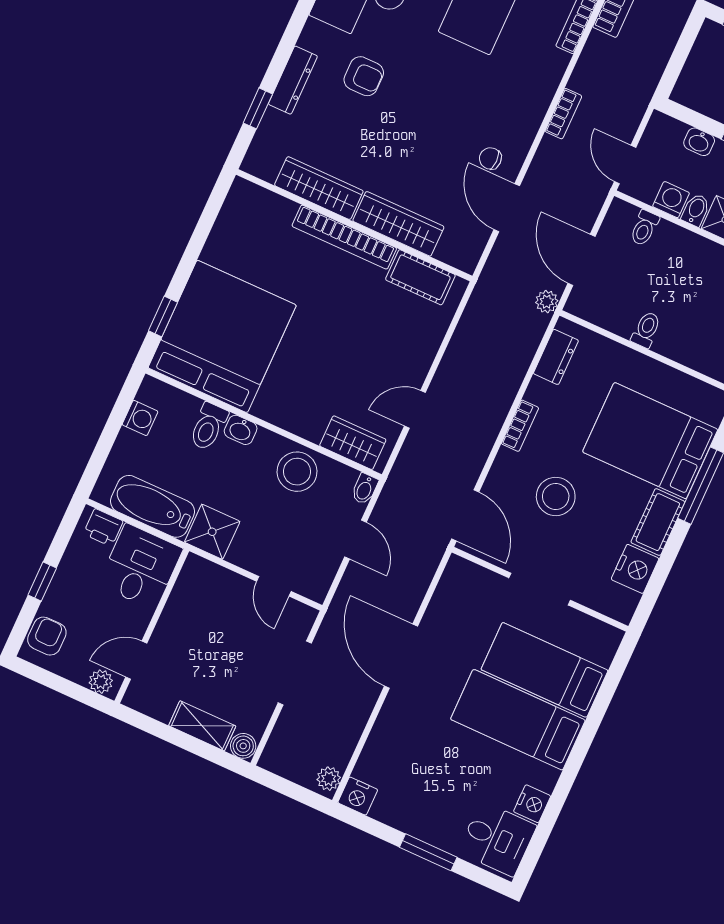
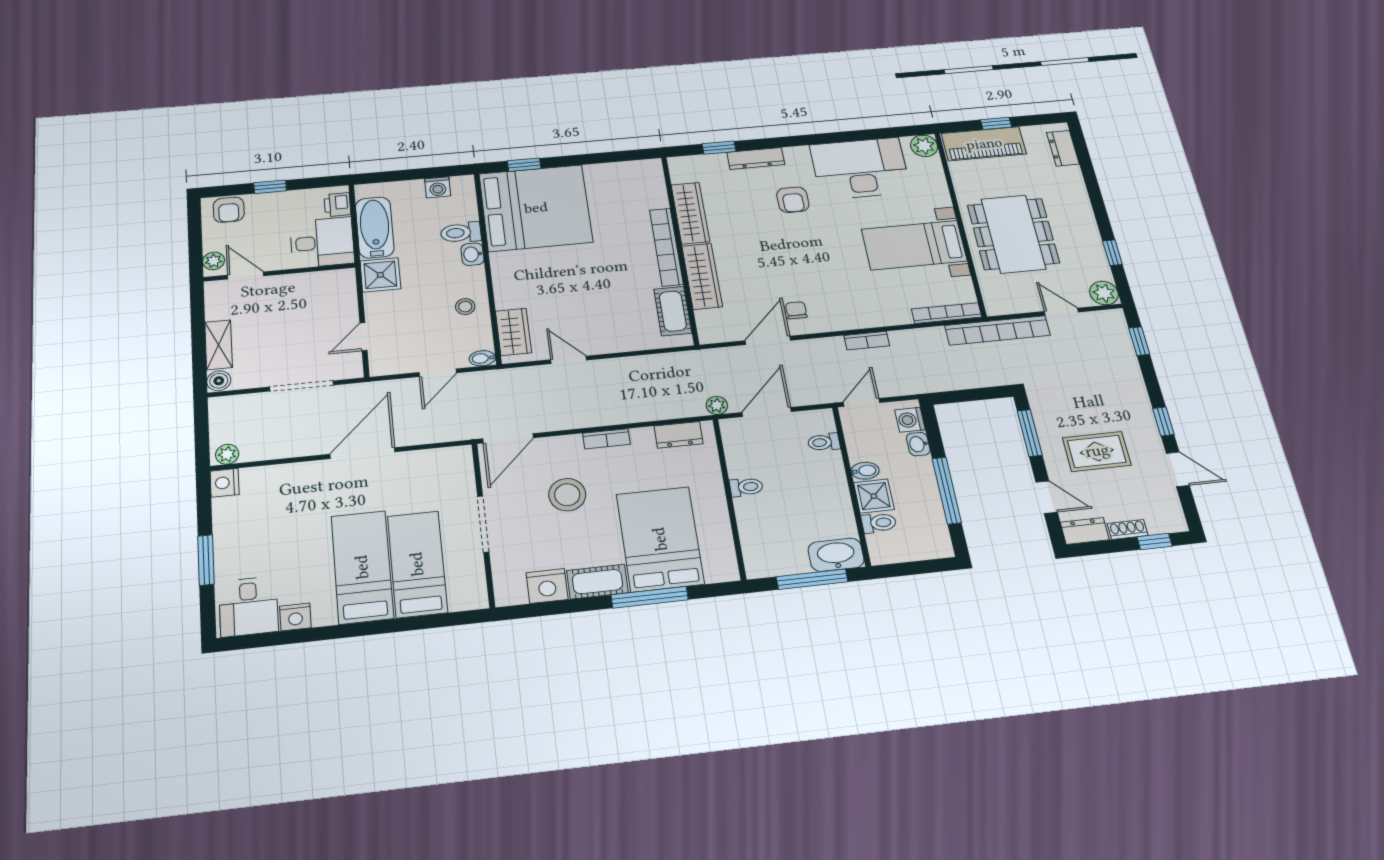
washing machine: (671, 200) -> (910, 420), moved, turned 180
stool: (297, 472) -> (465, 307), width x0.53, depth x0.53
armchair: (47, 636) -> (229, 210), turned 90

